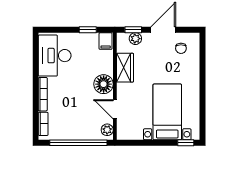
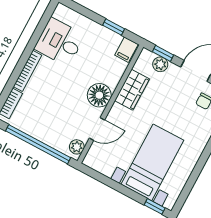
desk: (55, 56) -> (60, 42), width x0.73
door: (115, 109) -> (97, 129), swing flipped

